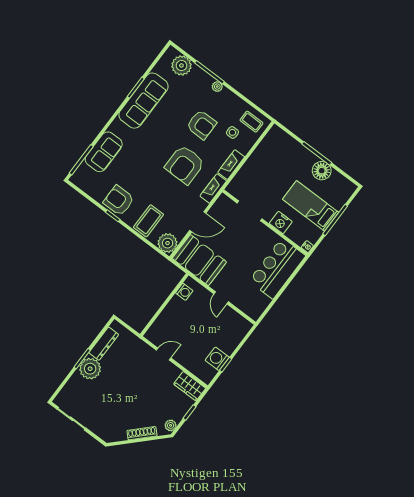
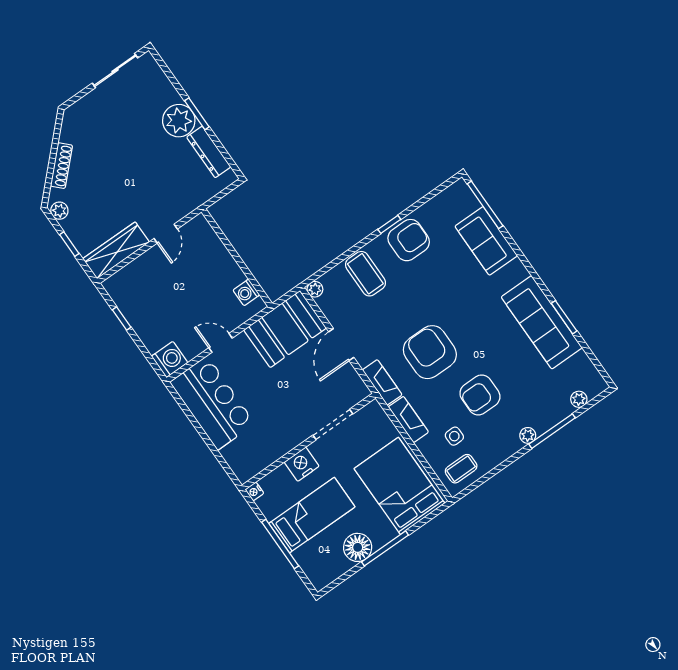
plant: (181, 66) -> (579, 399), width x0.53, depth x0.53
bed: (275, 157) -> (399, 486), added
plant: (168, 243) -> (315, 289), width x0.53, depth x0.53
bar counter: (277, 268) -> (212, 403), moved
washing machine: (217, 359) -> (170, 359), moved
wardrobe: (190, 386) -> (116, 250), width x1.50

